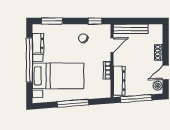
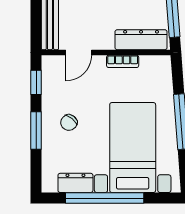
window: (52, 21) -> (36, 130), moved
chair: (83, 38) -> (69, 123), moved
door: (112, 45) -> (79, 52), swing flipped

